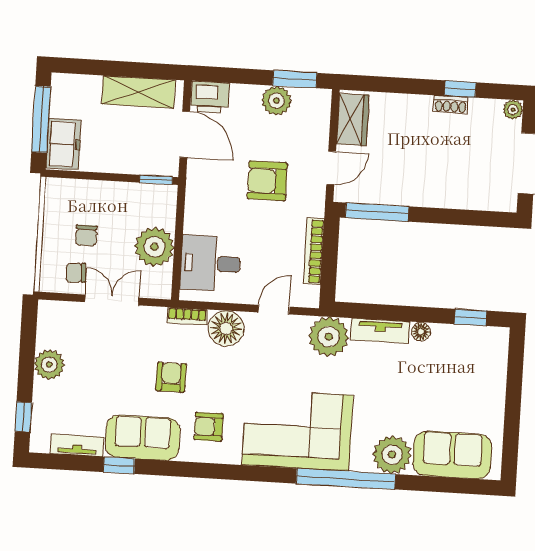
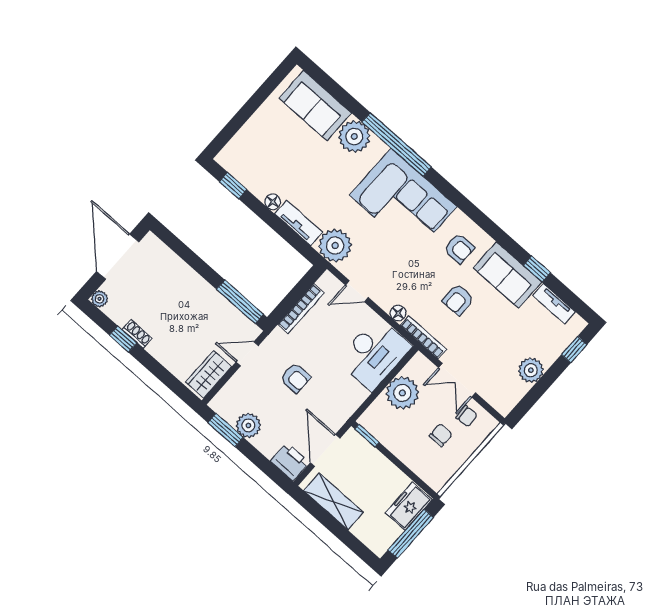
armchair: (267, 181) -> (295, 378), width x0.72, depth x0.72
desk: (210, 263) -> (374, 354), width x1.37
bookcase: (187, 316) -> (423, 337), width x1.56
floor lamp: (226, 328) -> (398, 313), width x0.53, depth x0.53

